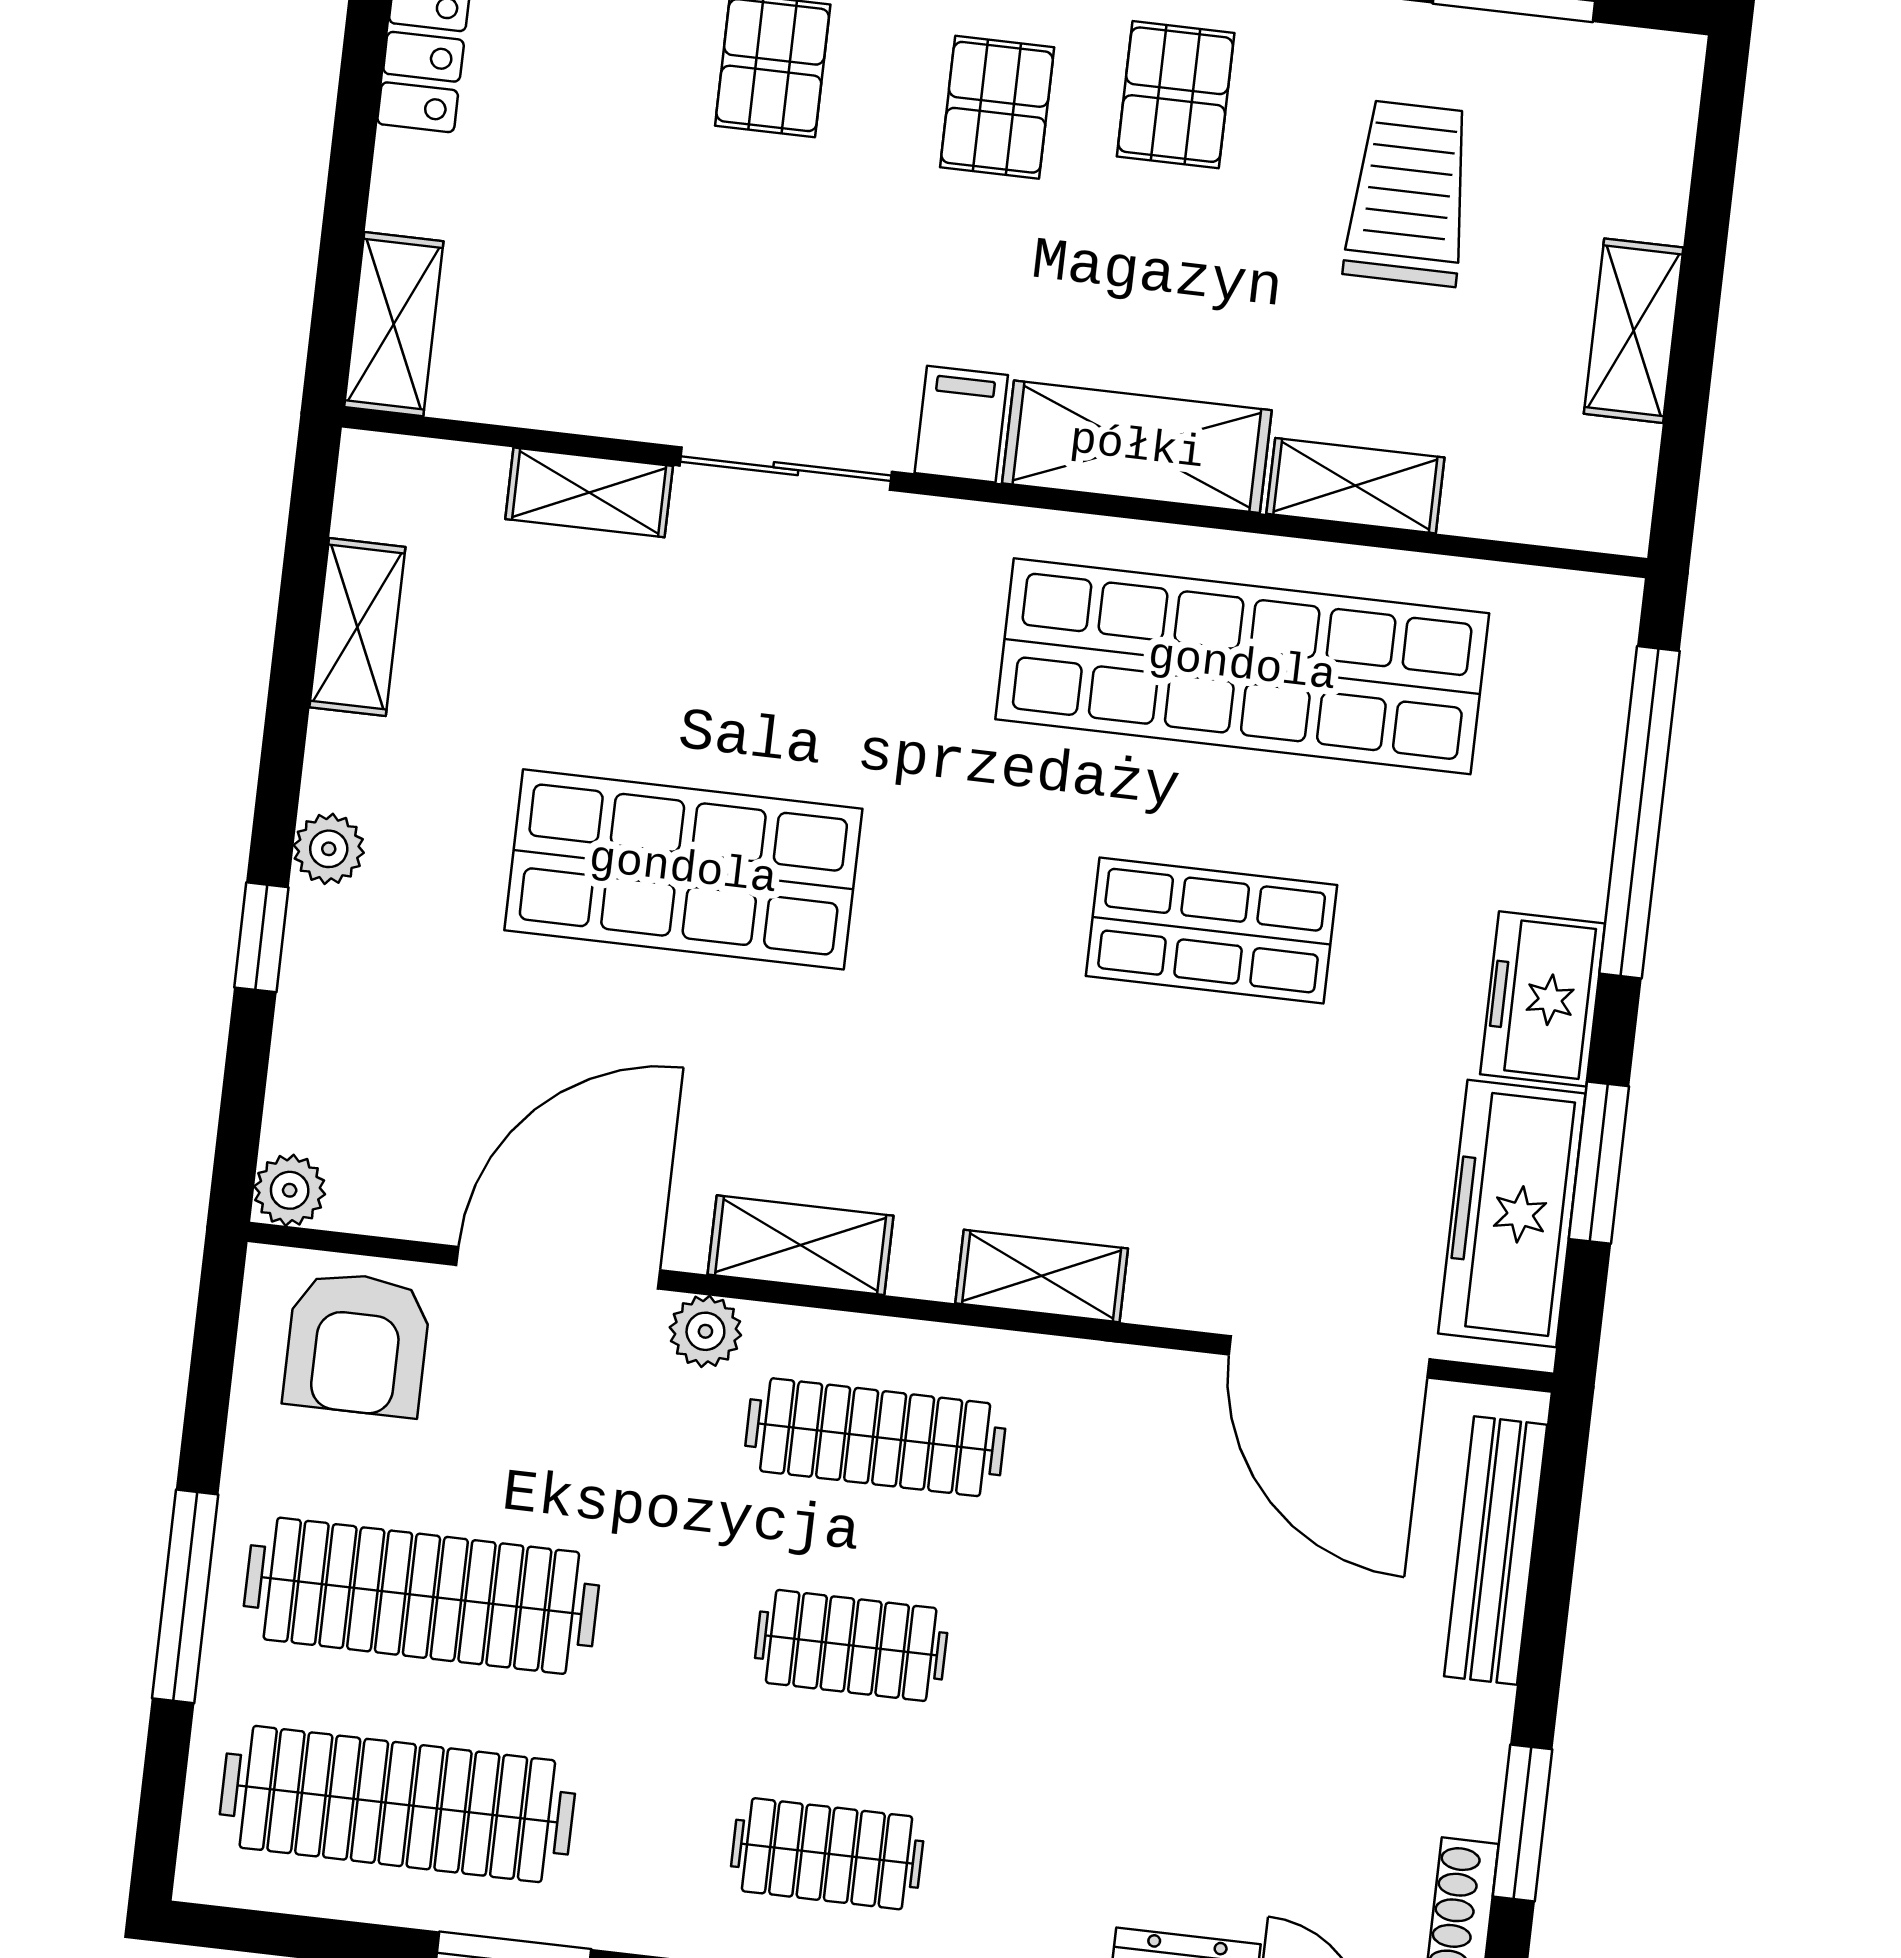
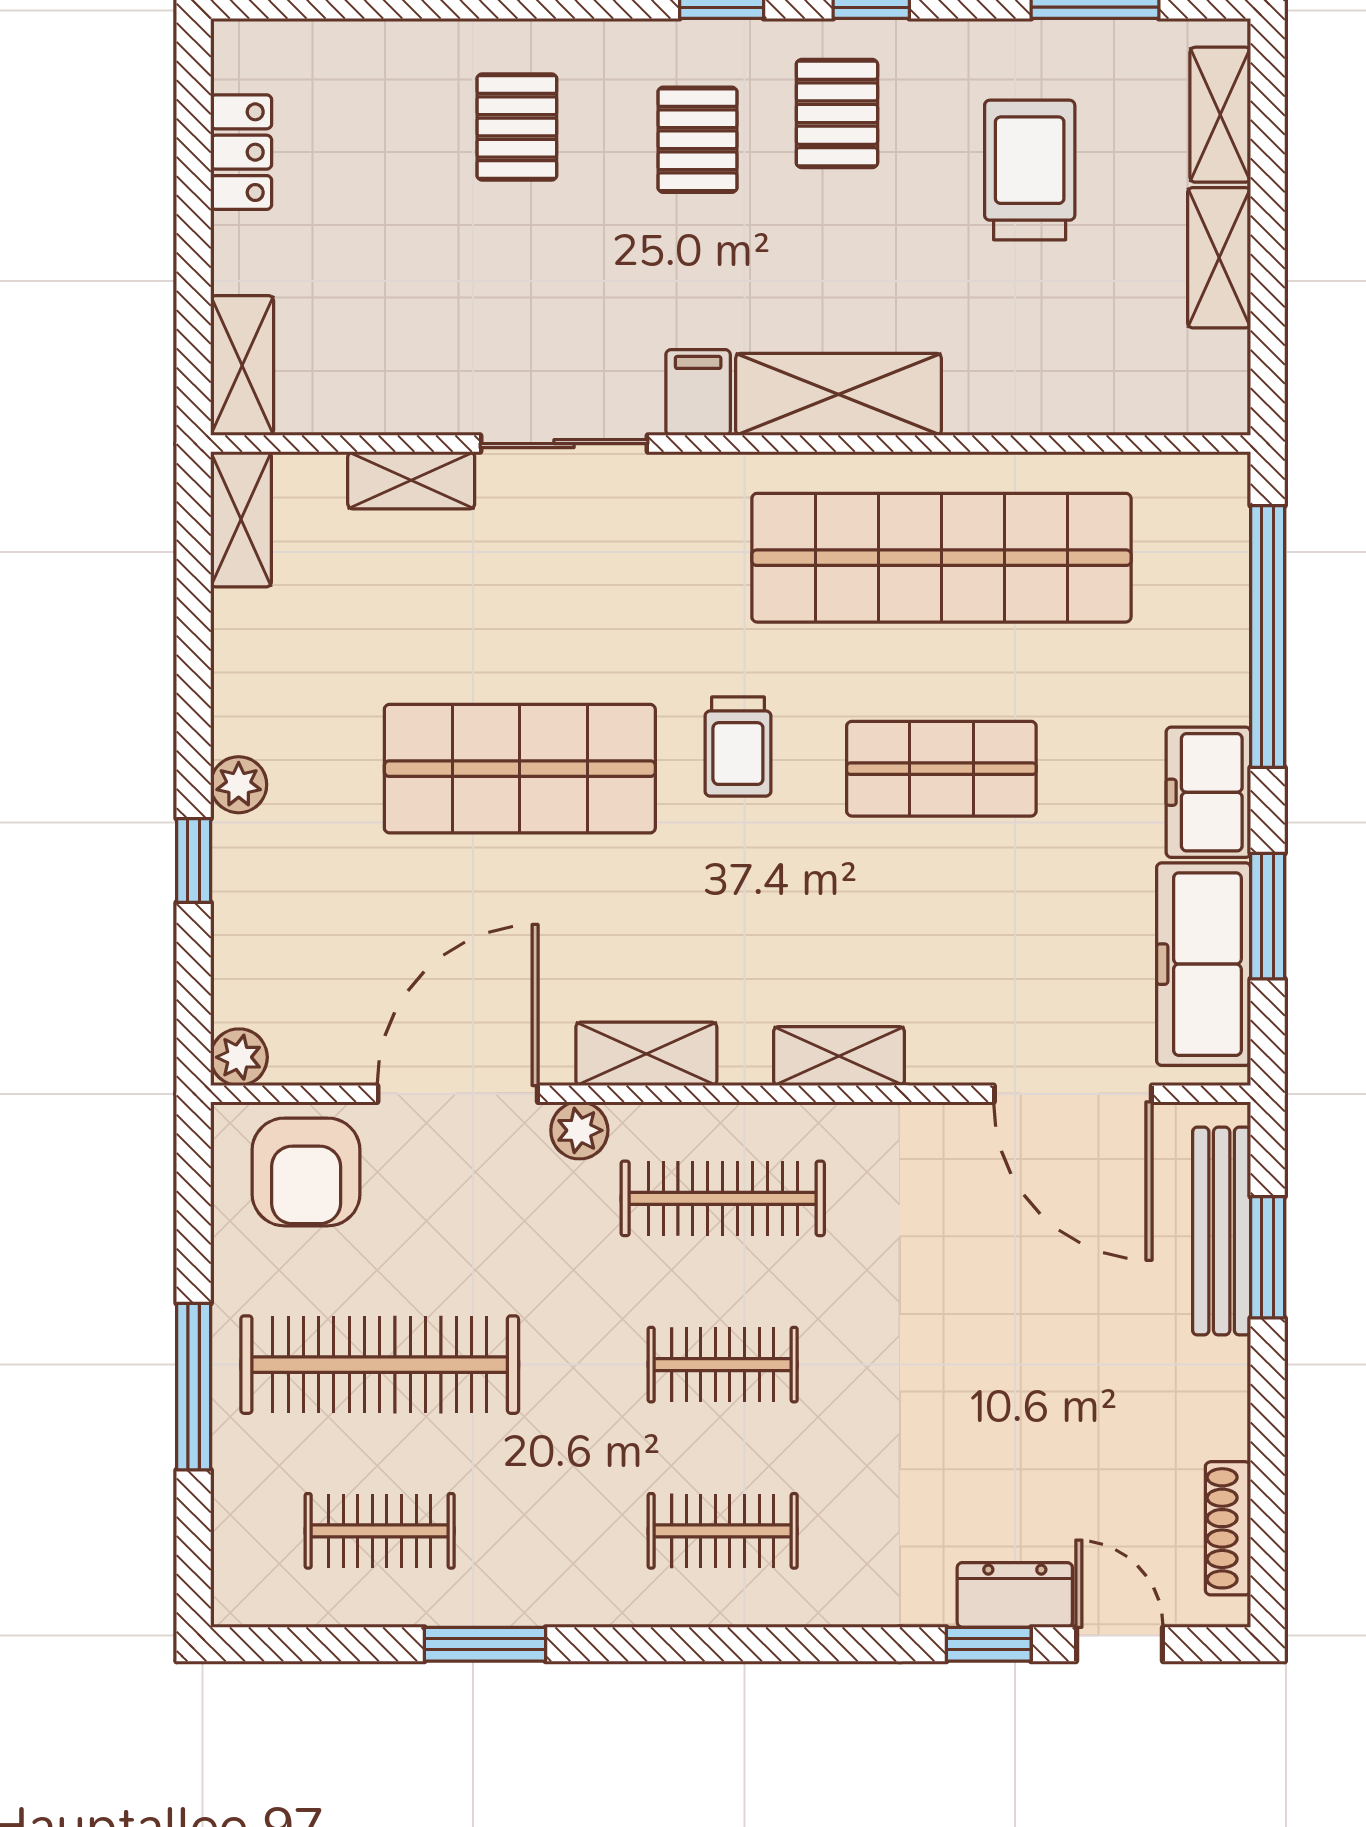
shelving: (1355, 486) -> (1220, 115), moved, turned 90
shelving: (357, 627) -> (241, 519), moved
trolley: (960, 873) -> (738, 747), added
clothes rail: (397, 1804) -> (380, 1531), width x0.54, depth x0.76
window: (1522, 1823) -> (1268, 1257), moved

